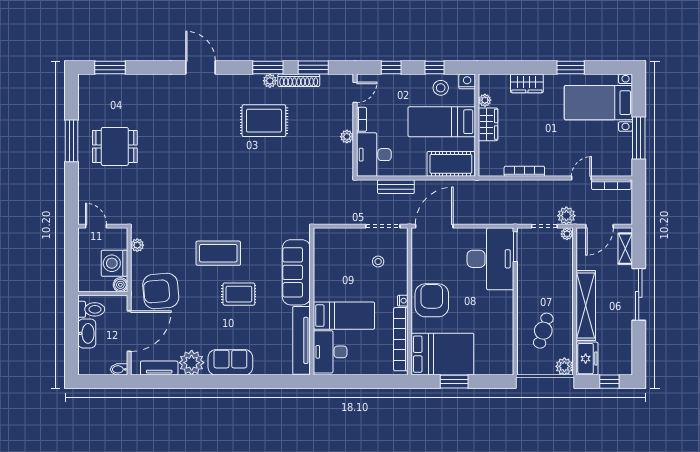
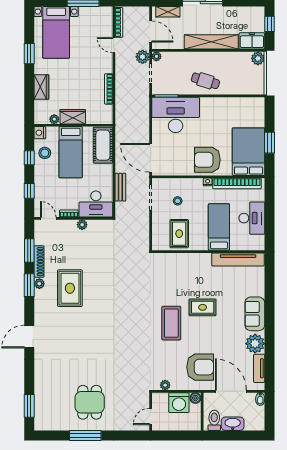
rug: (335, 264) -> (179, 234), added
sofa: (296, 272) -> (186, 263), removed
armchair: (161, 291) -> (200, 367), turned -85
rug: (239, 294) -> (203, 307), turned 90
cafe table: (543, 331) -> (205, 81), moved
desk: (330, 352) -> (252, 218), moved, turned -90

